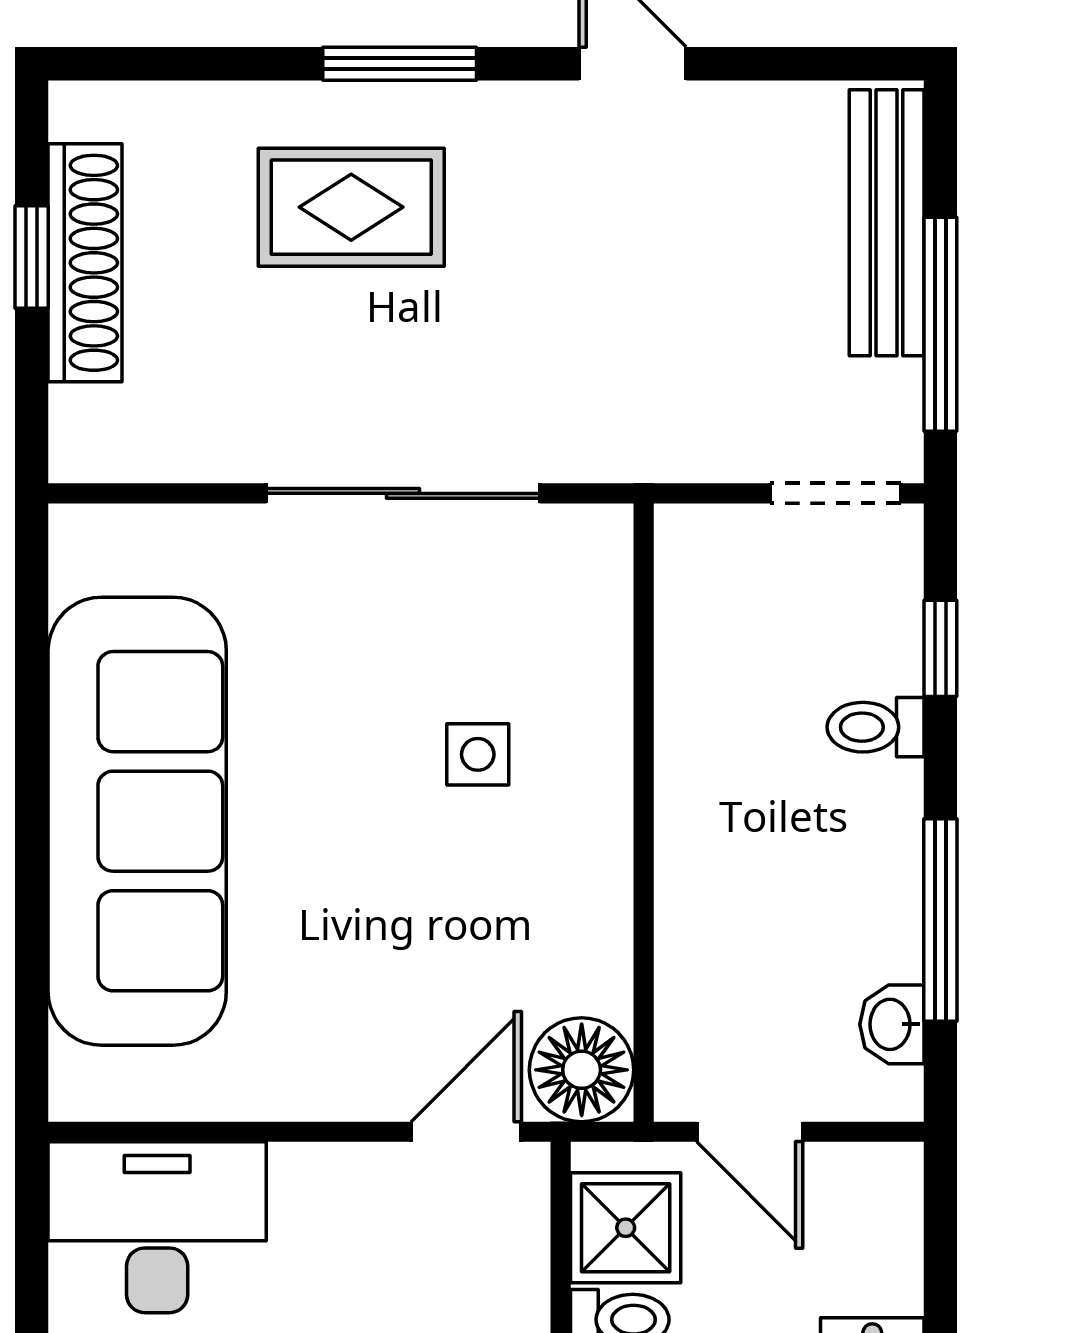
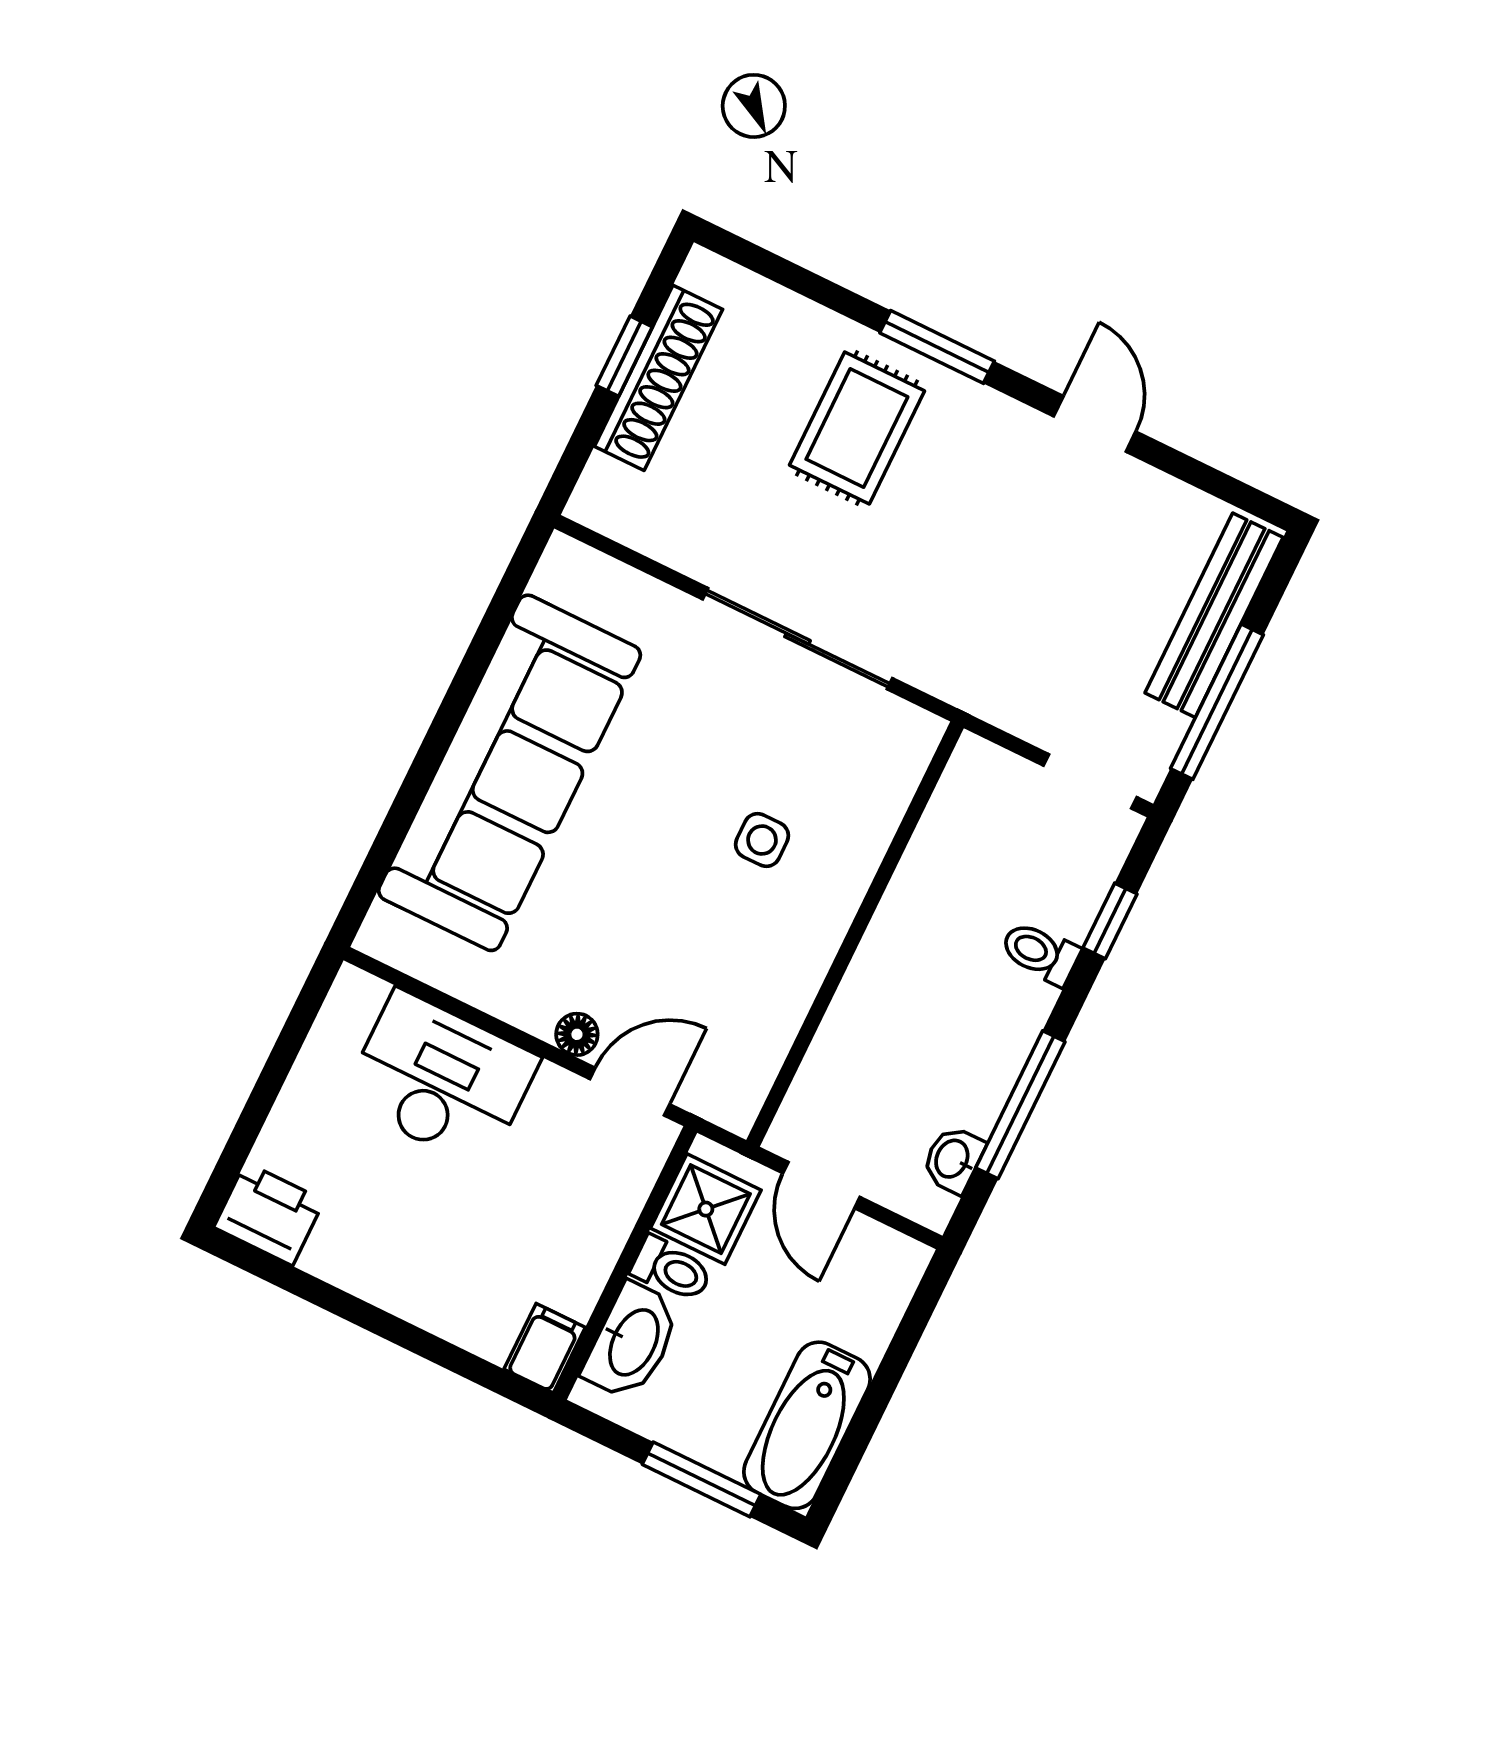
rug: (351, 207) -> (857, 428), turned 90
floor lamp: (582, 1070) -> (577, 1034), moved, width x0.53, depth x0.53
desk: (157, 1227) -> (441, 1079), moved

